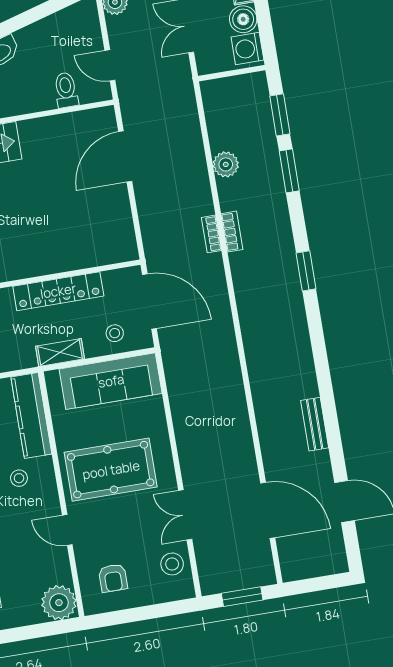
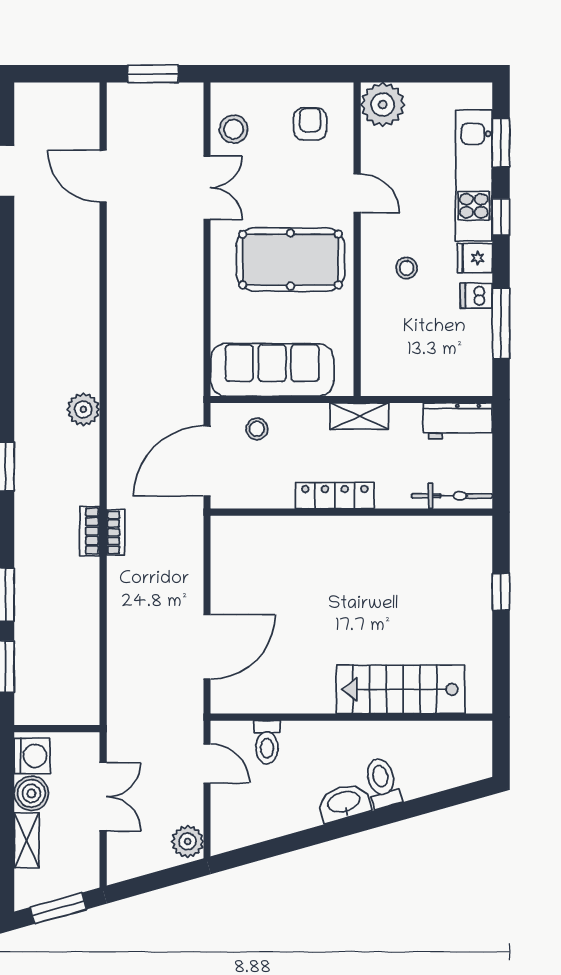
plant: (226, 164) -> (83, 409), moved
locker: (58, 291) -> (335, 496), width x0.71, depth x0.83
door: (149, 301) -> (207, 461), hinge flipped
shelving: (60, 353) -> (359, 416), moved
kitchen counter: (31, 415) -> (378, 344), removed
bench: (315, 424) -> (27, 274), removed
door: (268, 510) -> (103, 176), width x0.73

